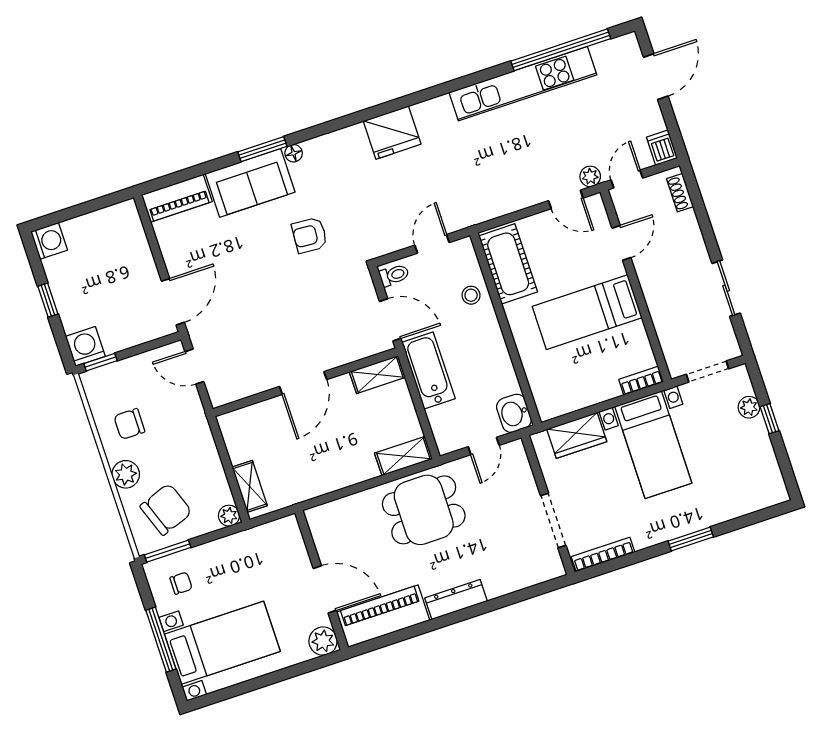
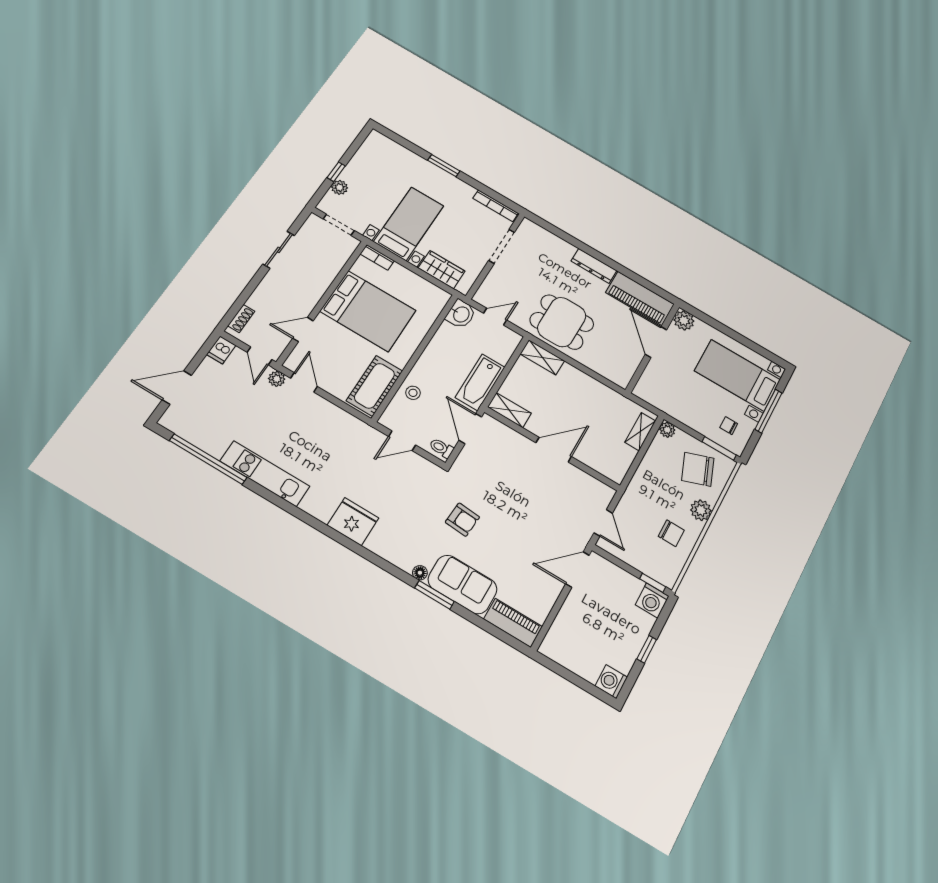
kitchen unit: (523, 84) -> (265, 474), width x0.73
door: (627, 179) -> (260, 356), hinge flipped
bed: (587, 312) -> (368, 311), width x1.50

